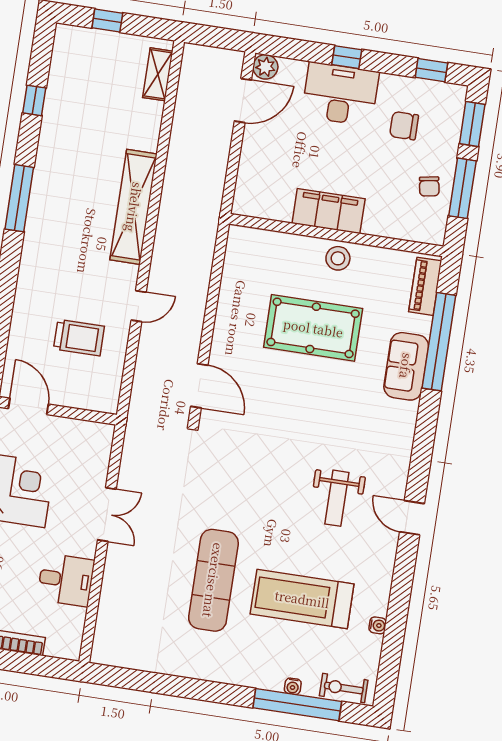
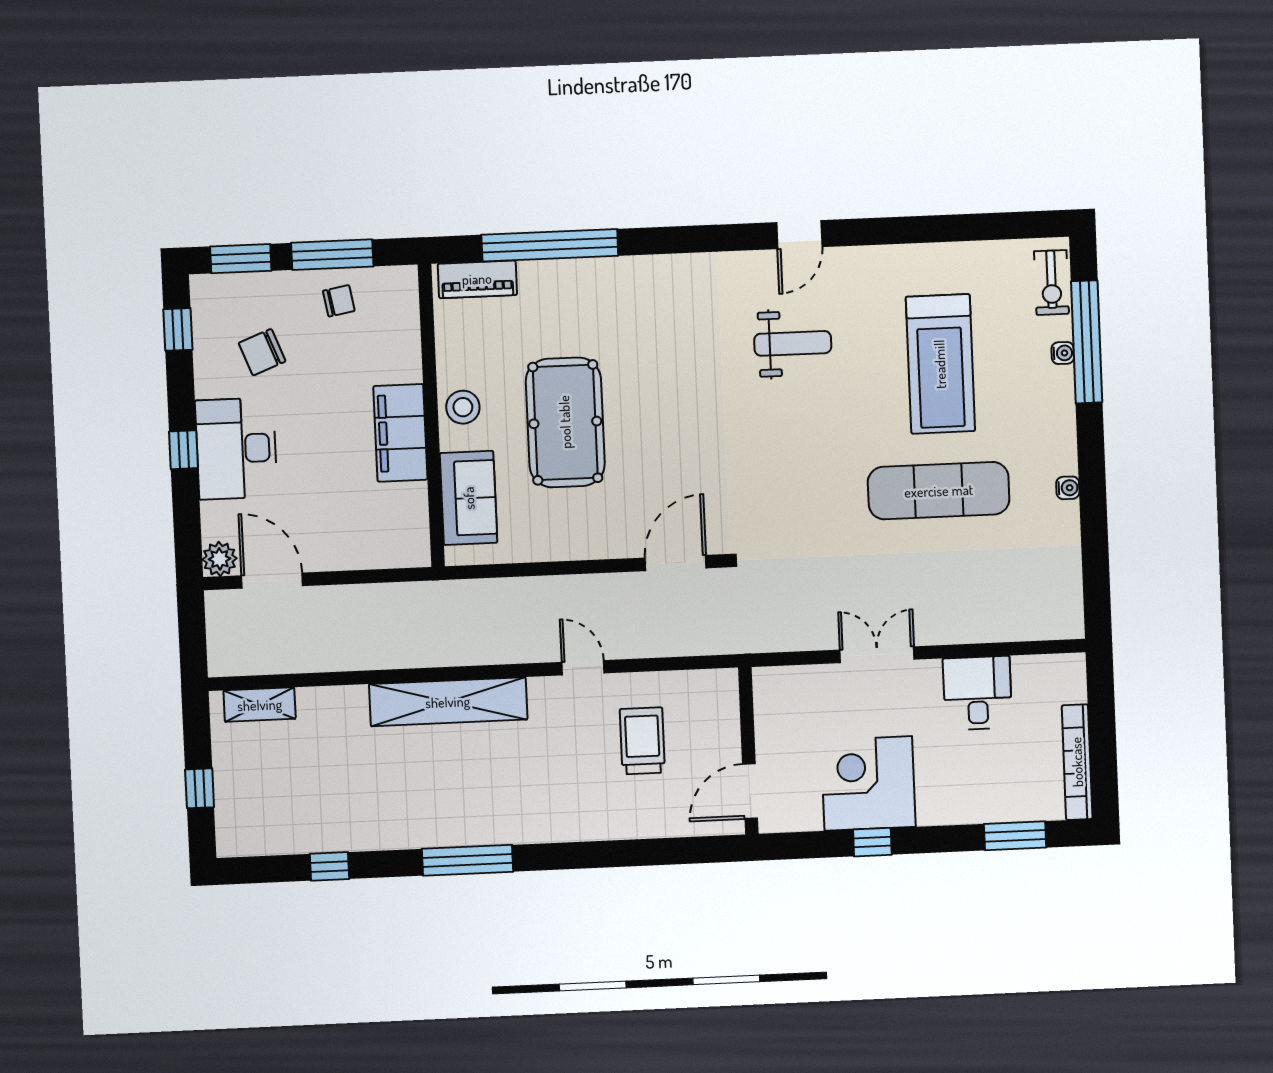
chair: (404, 126) -> (262, 352), turned 69
sofa: (406, 366) -> (469, 498), moved, turned -90
water cooler: (378, 625) -> (1068, 488), moved, turned 90

